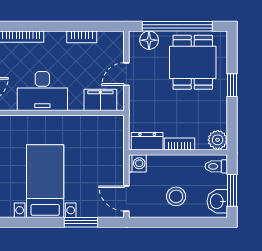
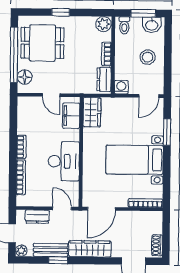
bookcase: (82, 37) -> (21, 147), moved
wardrobe: (105, 126) -> (92, 112), added

